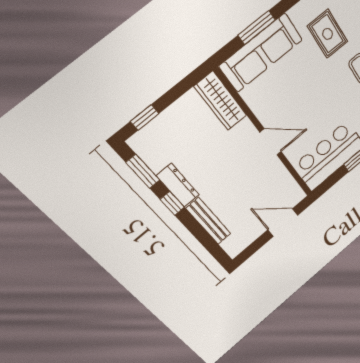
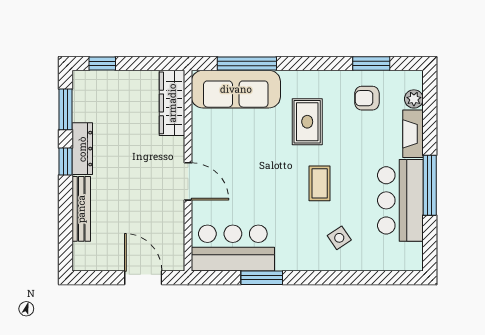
window: (257, 28) -> (247, 64), width x1.44

